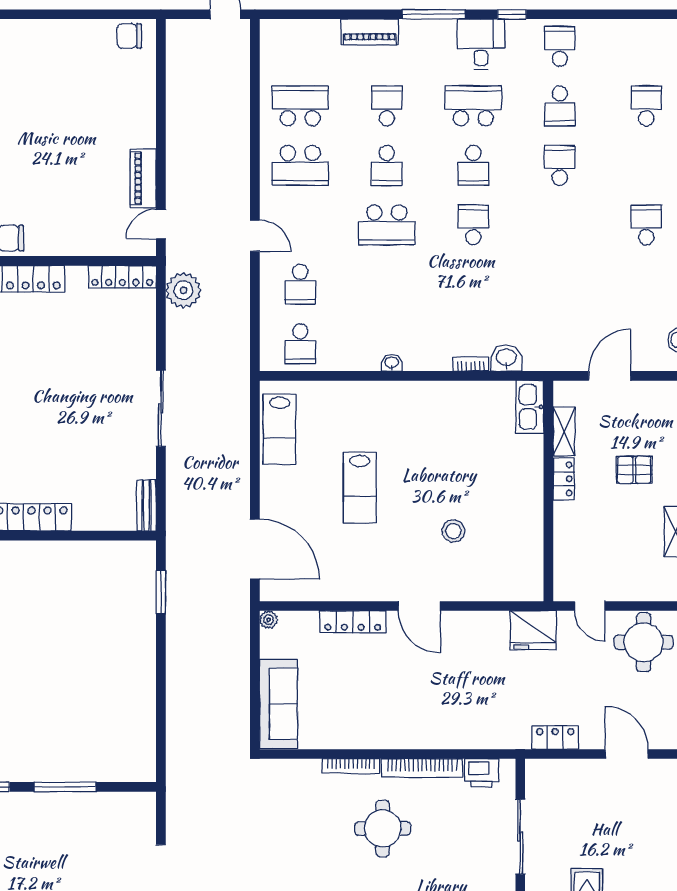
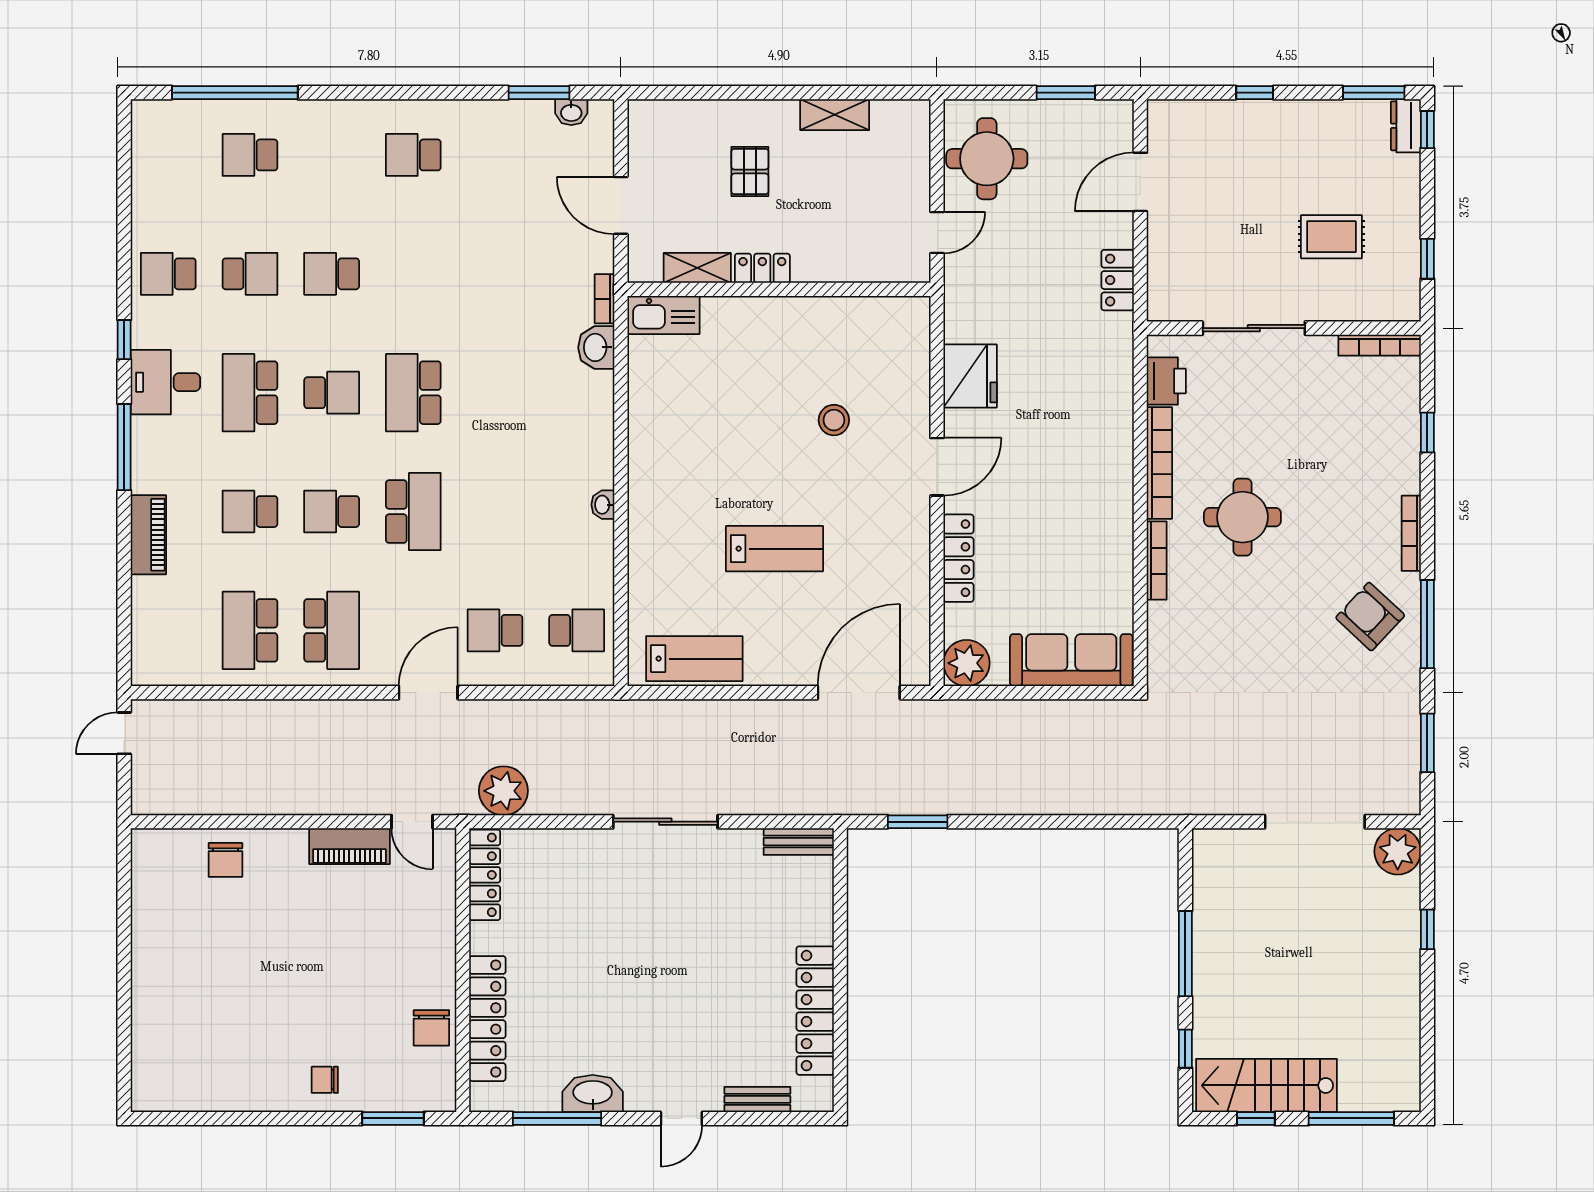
chair: (129, 36) -> (225, 860), moved
school desk: (387, 165) -> (332, 512), turned 180
school desk: (473, 225) -> (413, 393), width x1.85
door: (255, 236) -> (428, 693), width x1.37
school desk: (300, 284) -> (495, 630), turned 180
bookcase: (471, 364) -> (605, 299), moved
plant: (269, 620) -> (967, 663), width x1.88, depth x1.88
fridge: (533, 630) -> (970, 376), moved

